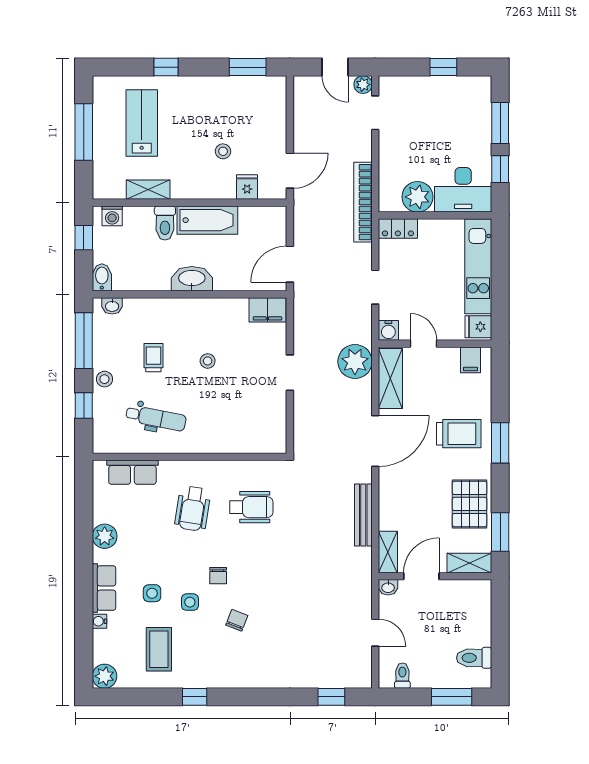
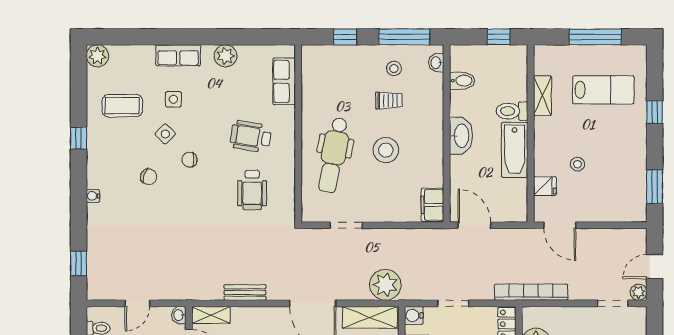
washing machine: (112, 216) -> (518, 63), removed
bidet: (102, 277) -> (462, 81), moved
stool: (208, 361) -> (386, 150), width x1.89, depth x1.89
doorway: (290, 373) -> (346, 225), moved
stool: (104, 379) -> (394, 68), moved
dental chair: (156, 418) -> (333, 155), moved, width x1.36, depth x1.38
bench: (363, 515) -> (245, 292), width x0.73
side table: (190, 602) -> (165, 134), turned 45
water cooler: (100, 621) -> (93, 196), moved, turned -90

